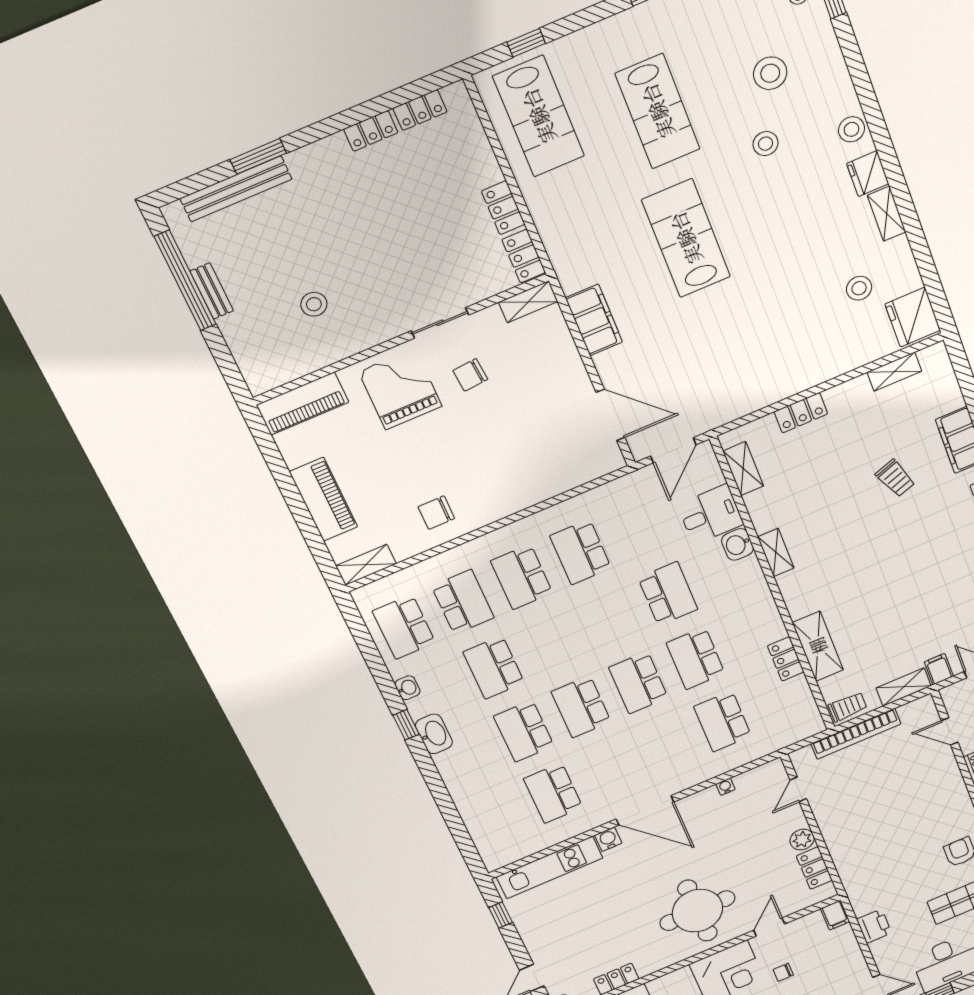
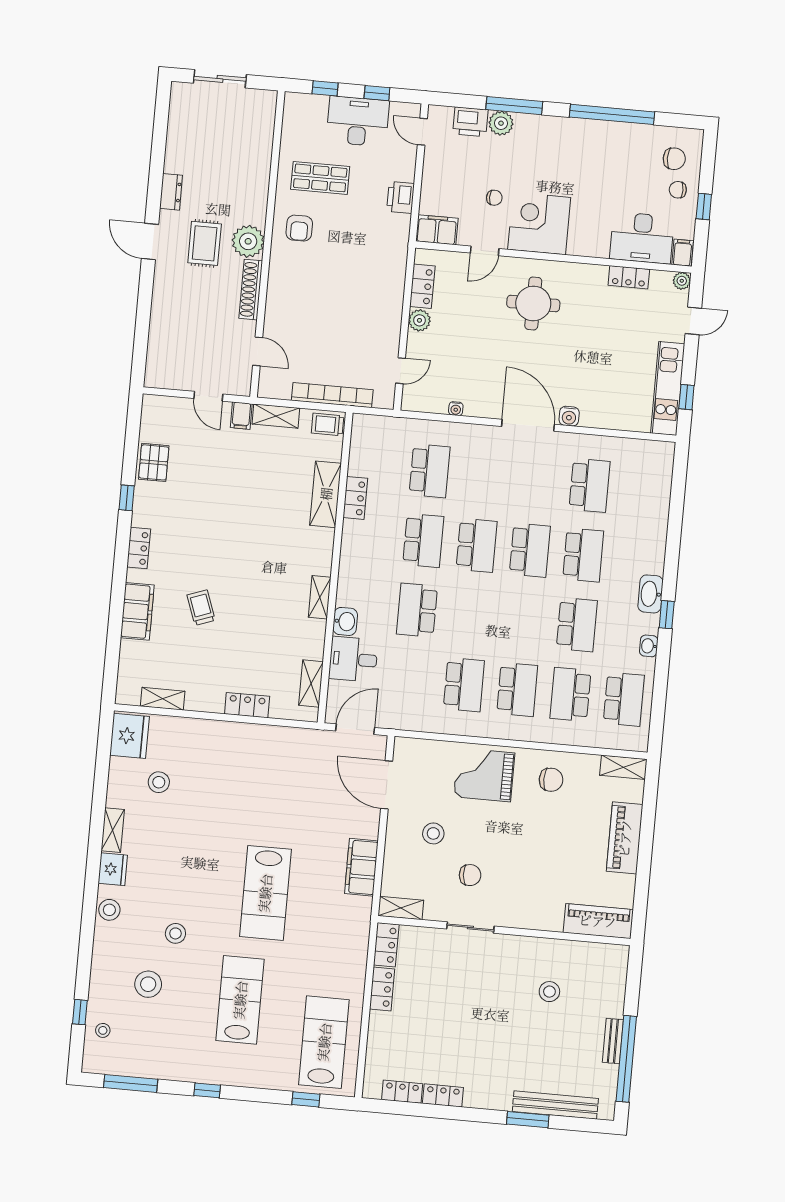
grand piano: (400, 389) -> (484, 775), moved, turned 90
stool: (534, 395) -> (433, 833), added
kitchen unit: (550, 868) -> (668, 388), moved, turned -90
round table: (697, 911) -> (533, 303), width x0.73, depth x0.73
filing cabinet: (835, 915) -> (437, 230), width x2.00

